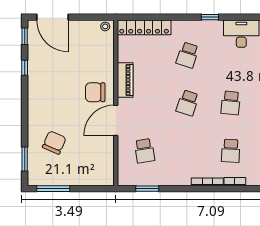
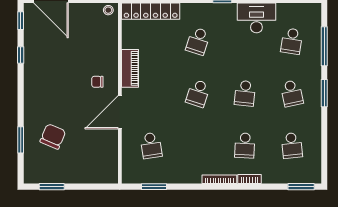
chair: (95, 92) -> (97, 82), width x0.54, depth x0.54
window: (25, 159) -> (21, 140), moved
window: (53, 189) -> (52, 187), width x0.69

